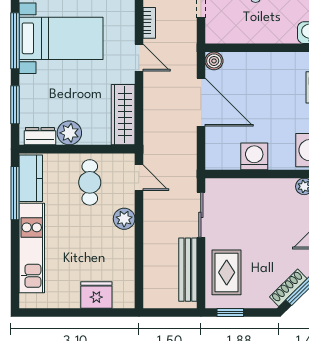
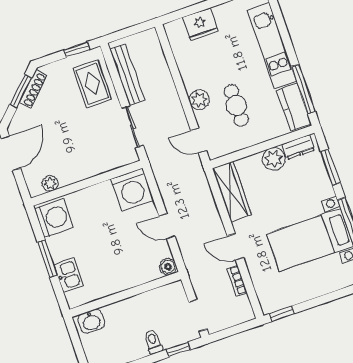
door: (201, 102) -> (167, 226), width x0.53
washing machine: (254, 156) -> (132, 190), moved, width x1.37, depth x1.37
cafe table: (90, 182) -> (236, 105), moved

